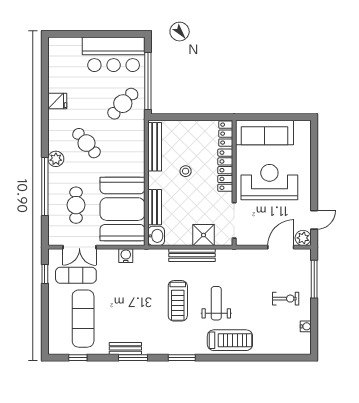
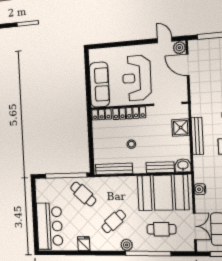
bar counter: (114, 54) -> (50, 226), moved

